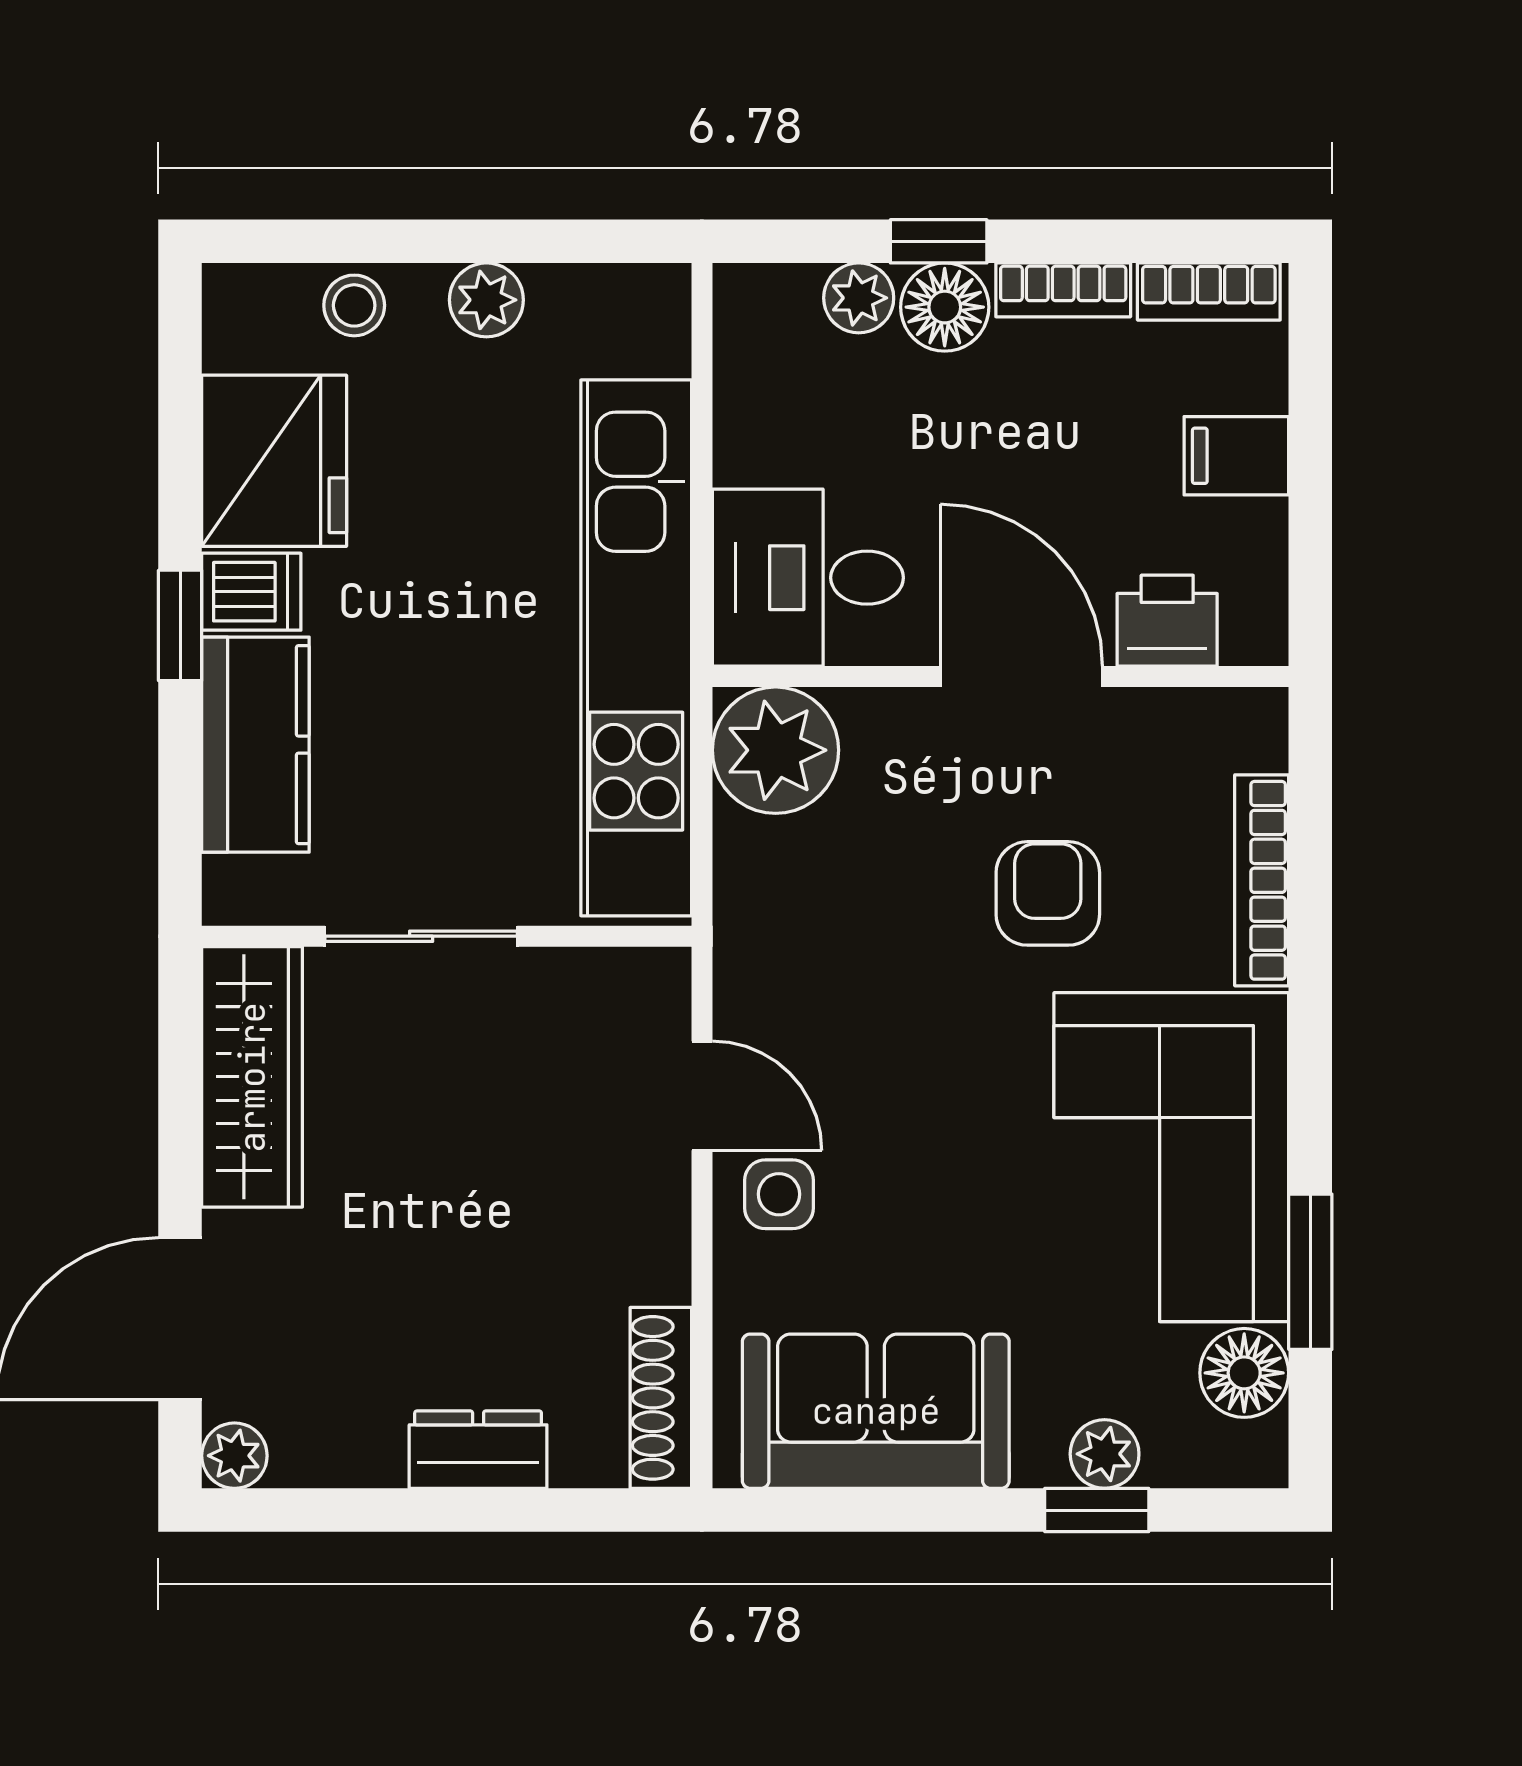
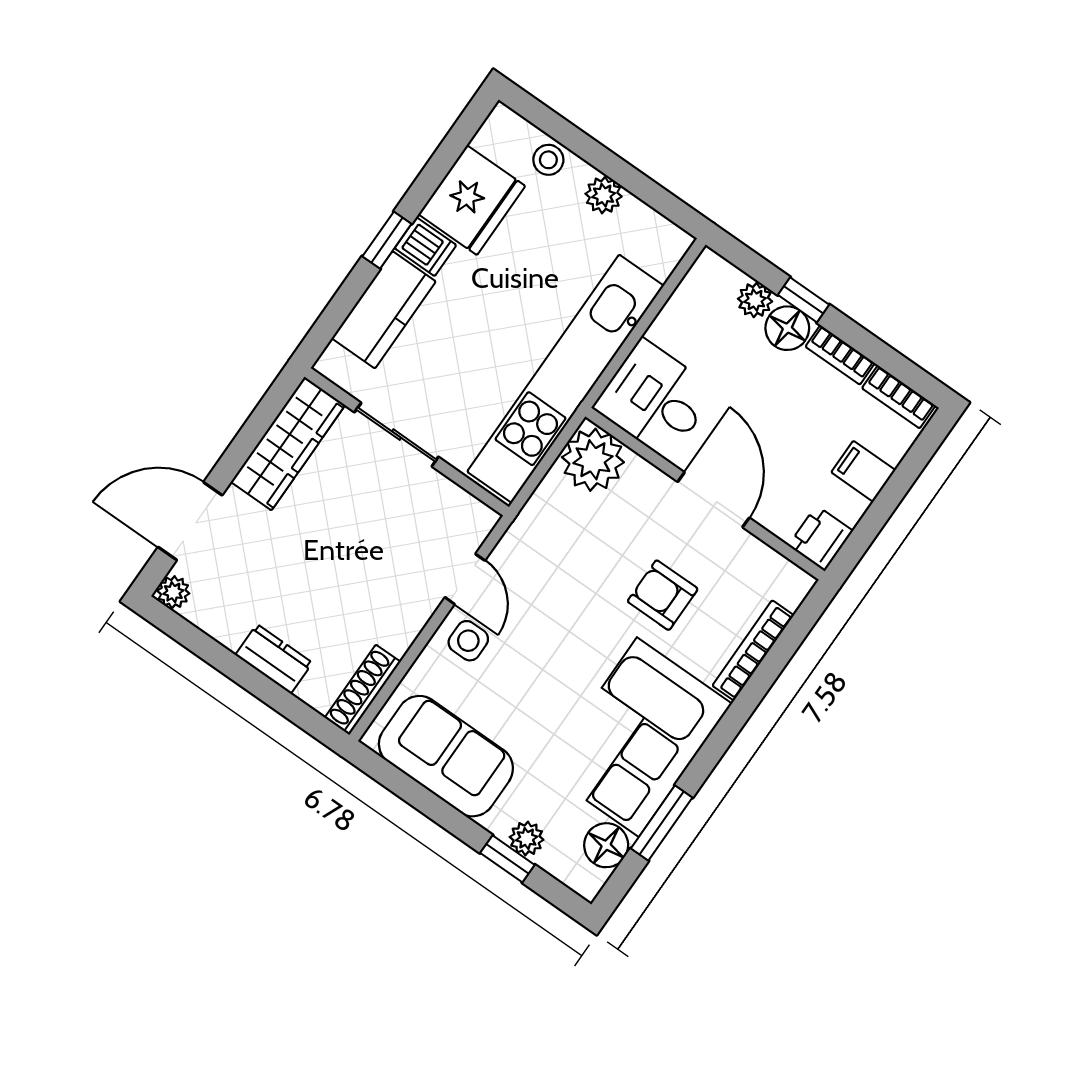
printer: (1167, 621) -> (821, 538), moved, turned -90
armchair: (1048, 893) -> (663, 595), turned -90

